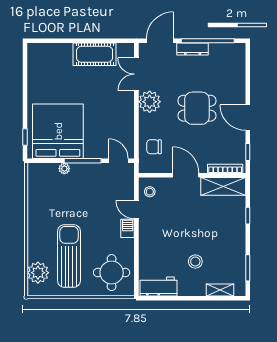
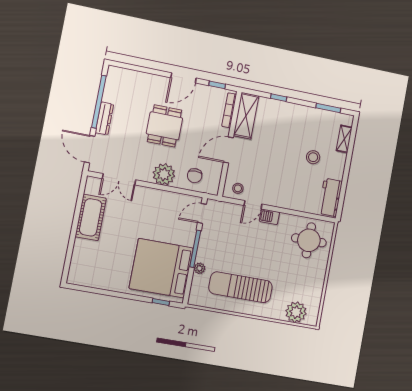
plant: (150, 102) -> (164, 174), moved
sun lounger: (69, 256) -> (241, 287), moved

